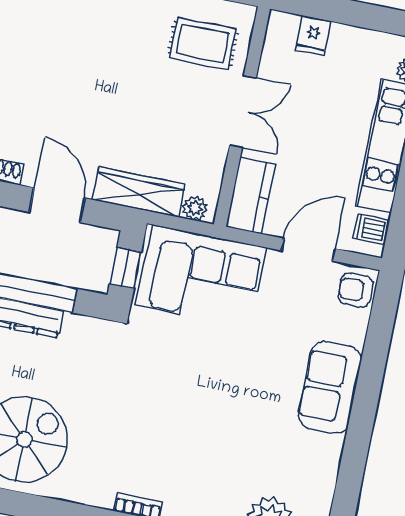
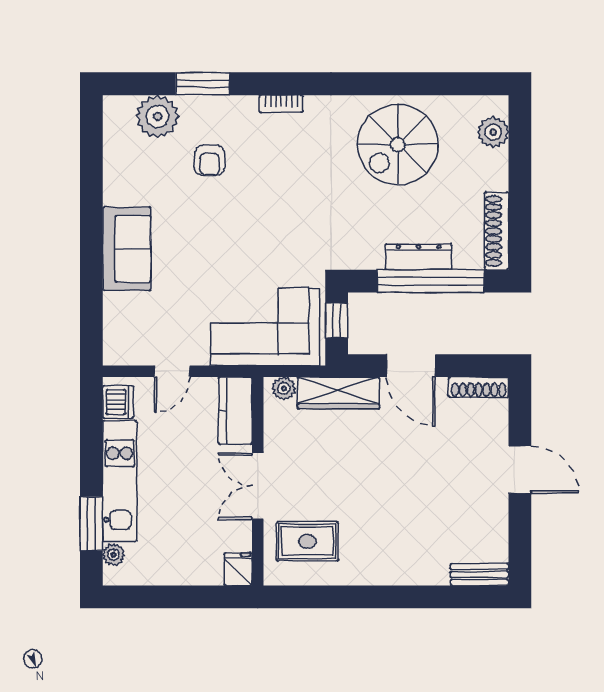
fridge: (313, 35) -> (238, 569), moved
dishwasher: (371, 229) -> (118, 402), width x1.38
door: (308, 250) -> (172, 371), width x0.73
armchair: (356, 290) -> (209, 160), moved, turned 90

